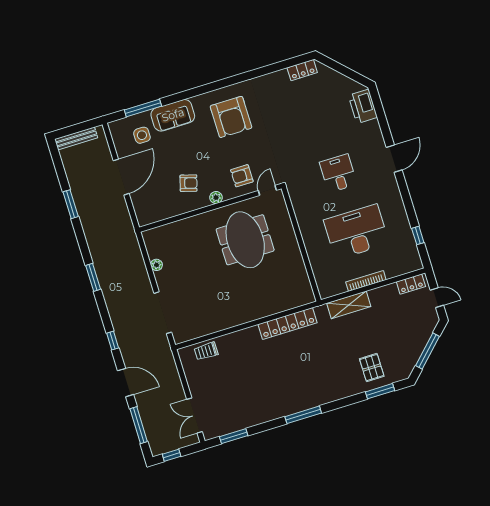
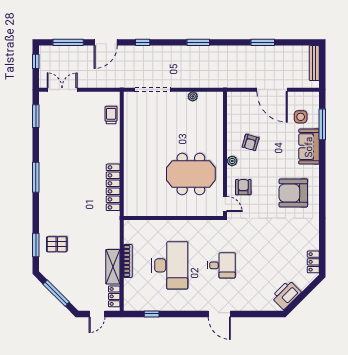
printer: (363, 106) -> (286, 295), moved, turned -45
shelving: (349, 305) -> (113, 267), moved

